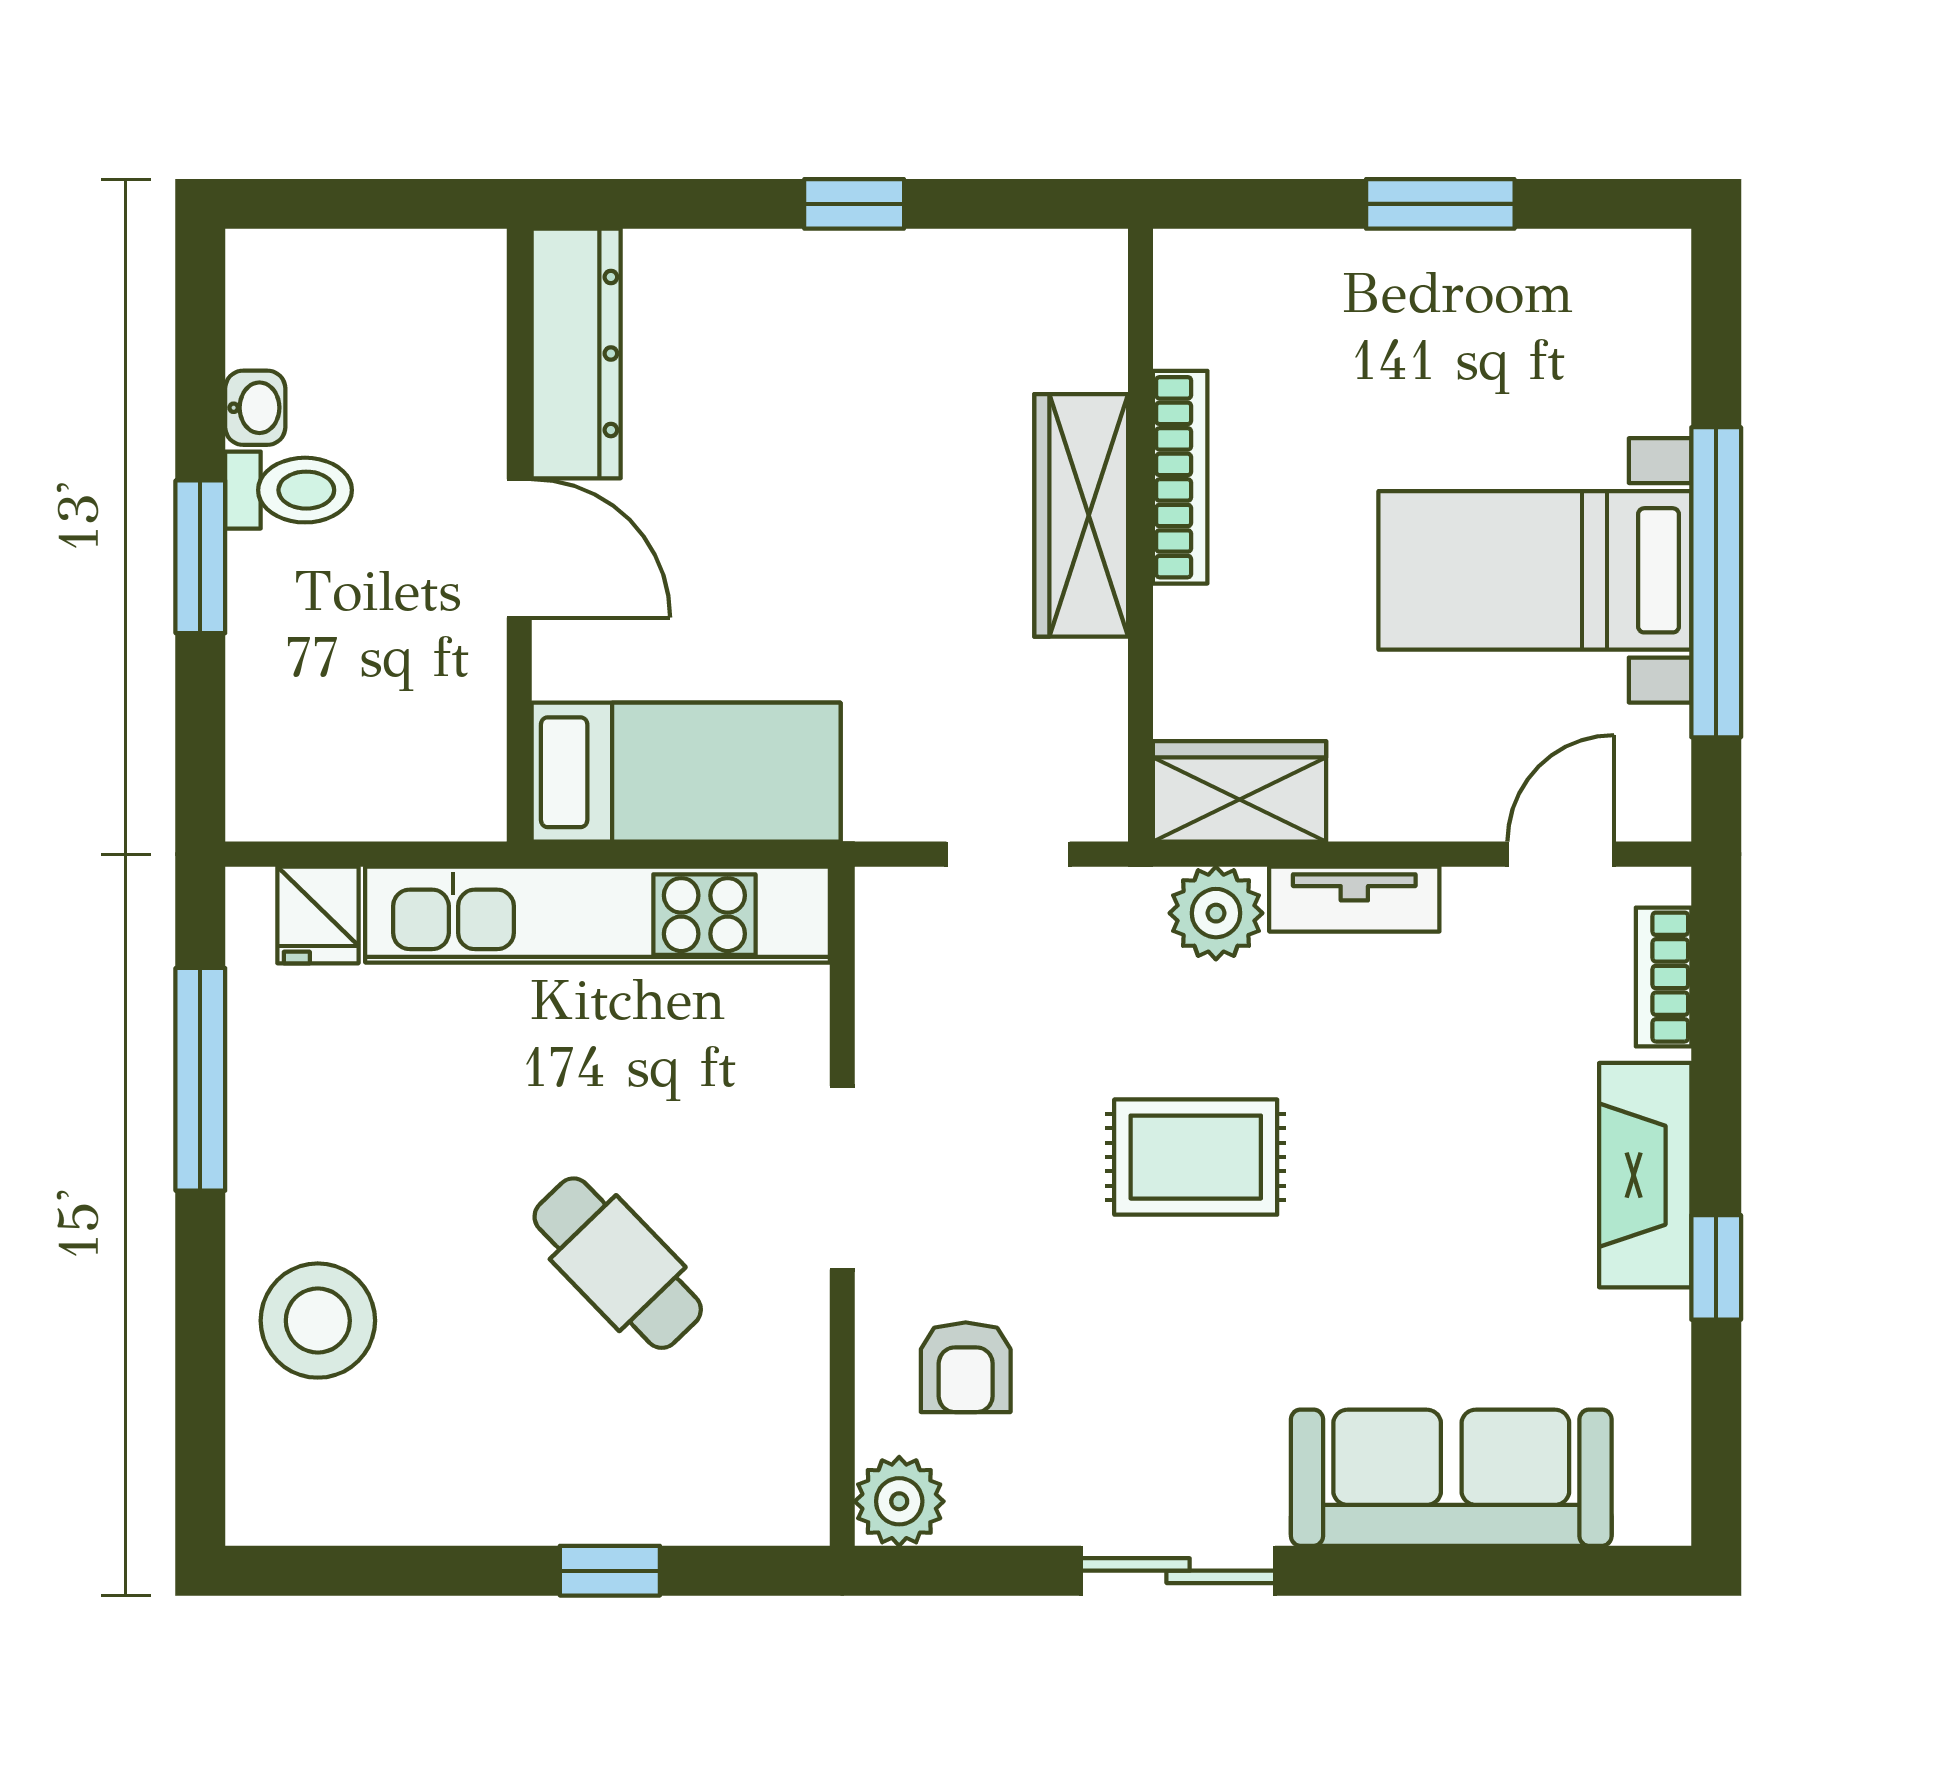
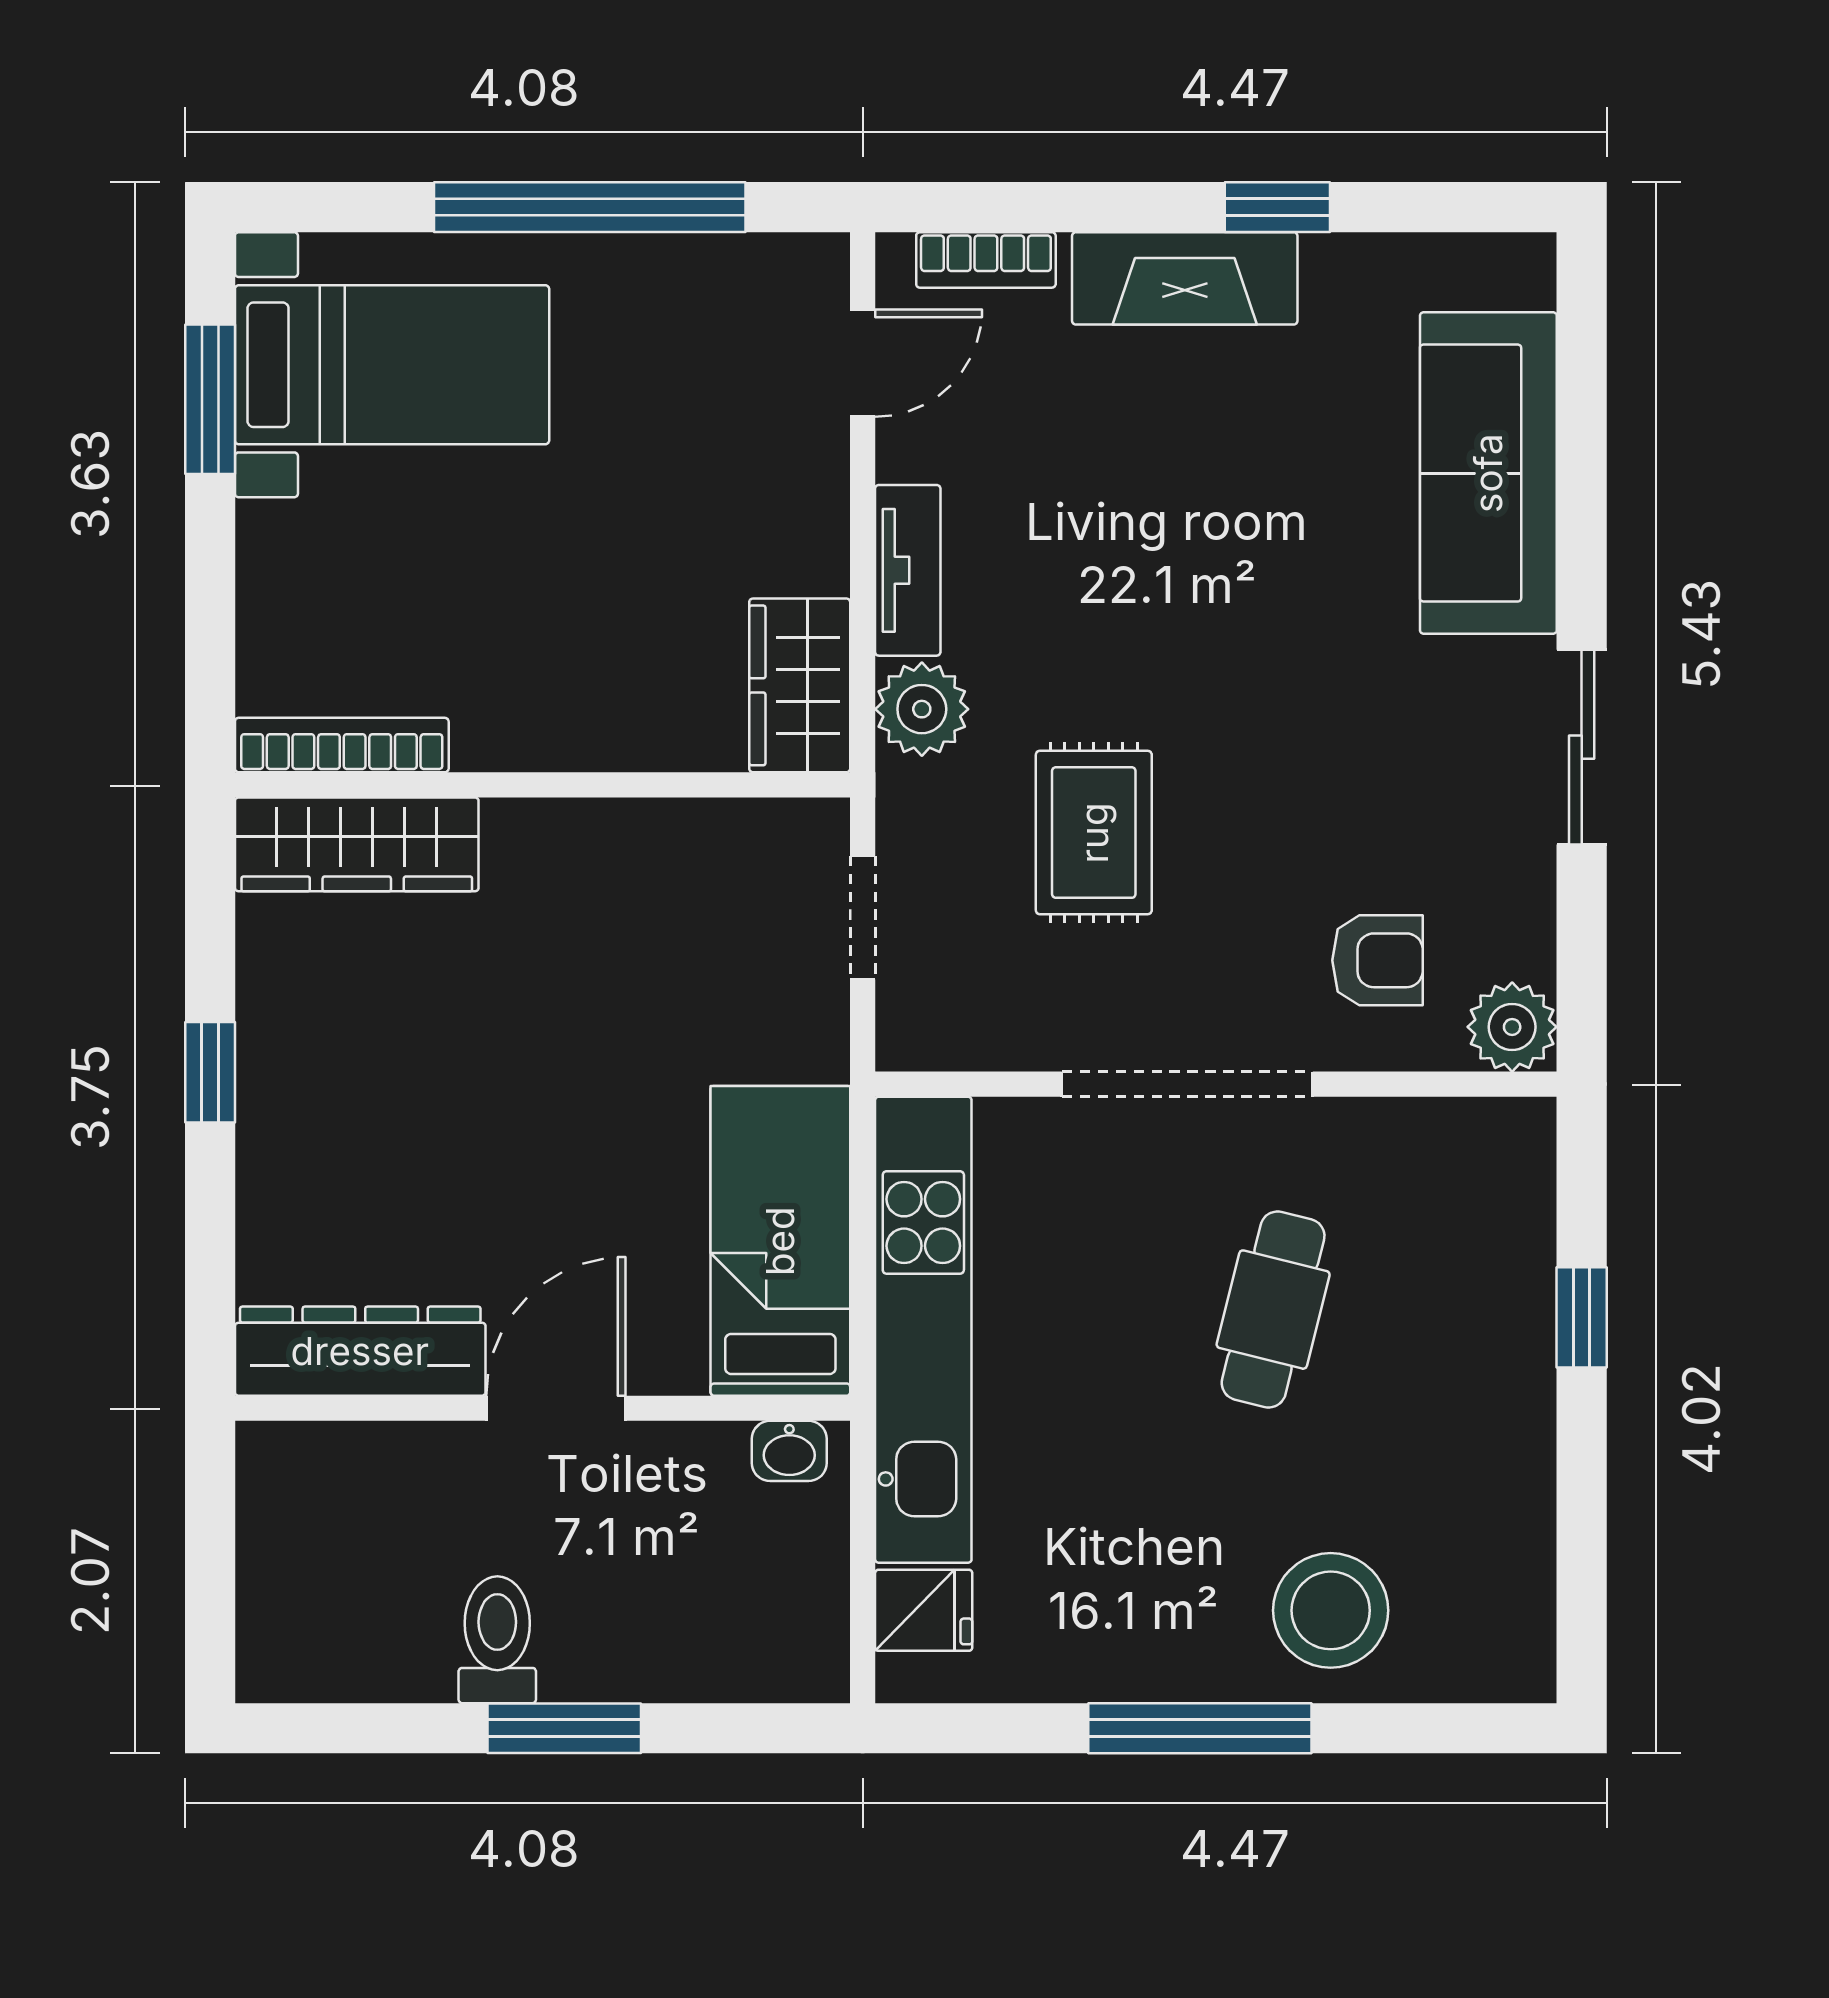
window: (1440, 204) -> (210, 399), moved
washbasin: (255, 408) -> (789, 1451), moved, turned 180
bookcase: (1180, 477) -> (342, 745), moved
wardrobe: (1081, 515) -> (357, 844), moved
bed with nightstands: (1535, 570) -> (392, 365), moved, turned -90
door: (1561, 854) -> (863, 363), swing flipped
window: (200, 1079) -> (1200, 1728), moved
rug: (1196, 1157) -> (1094, 833), moved
doorway: (842, 1178) -> (1187, 1084), width x1.36
cafe table: (618, 1263) -> (1273, 1310), turned -32

